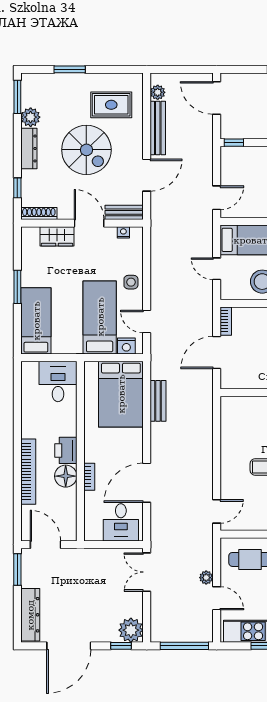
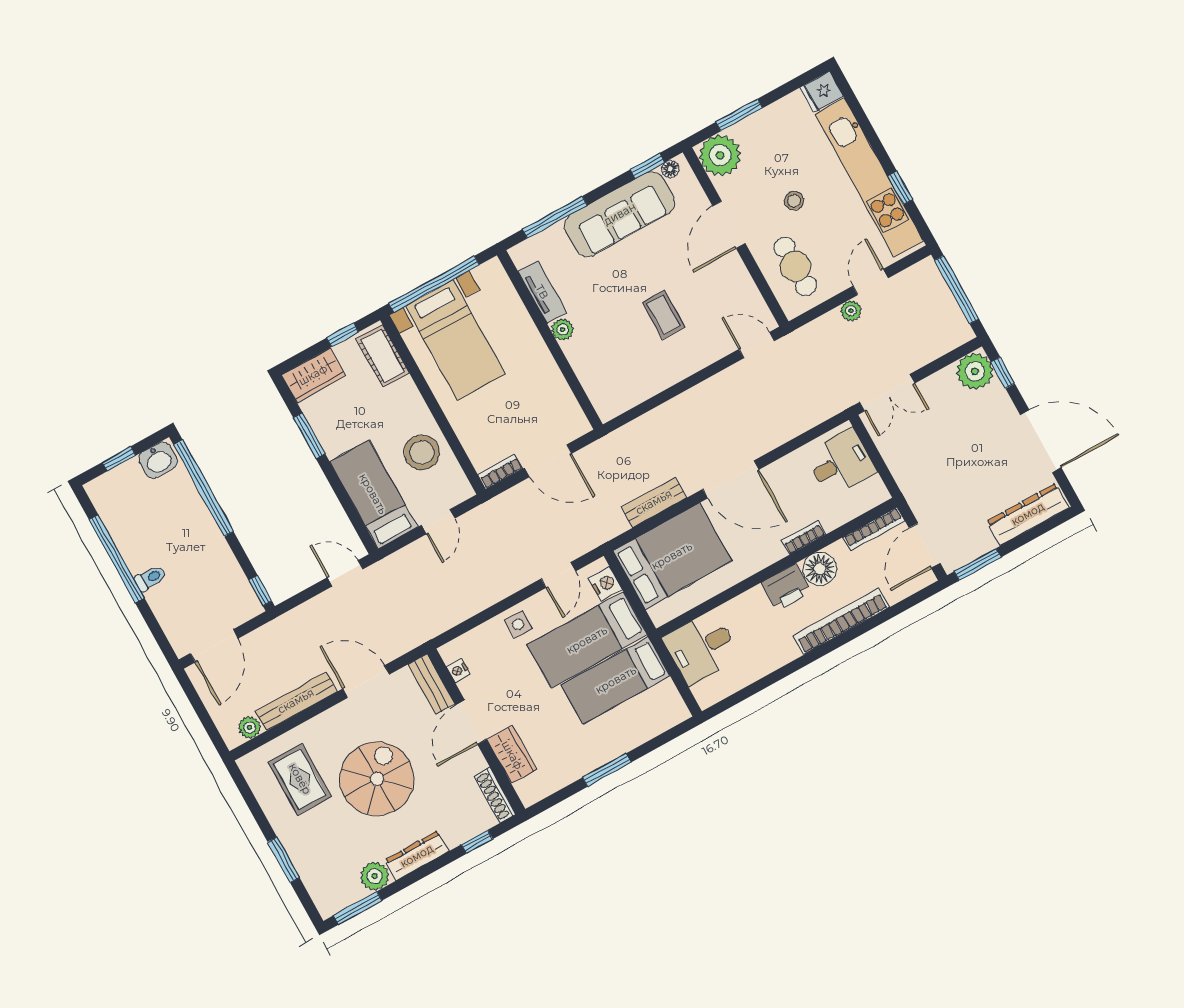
bed: (36, 321) -> (616, 680), moved
door: (147, 483) -> (731, 479), moved
bookcase: (72, 520) -> (874, 529), added

